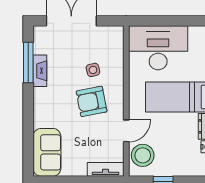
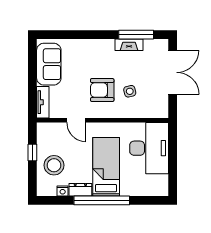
armchair: (92, 101) -> (102, 90), turned -79
sofa: (47, 152) -> (49, 64), moved, turned -90
stool: (143, 155) -> (54, 165), moved

